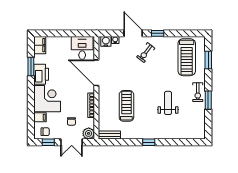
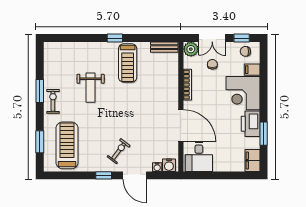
treadmill: (126, 106) -> (128, 63), moved
double door: (72, 142) -> (212, 38), swing flipped

